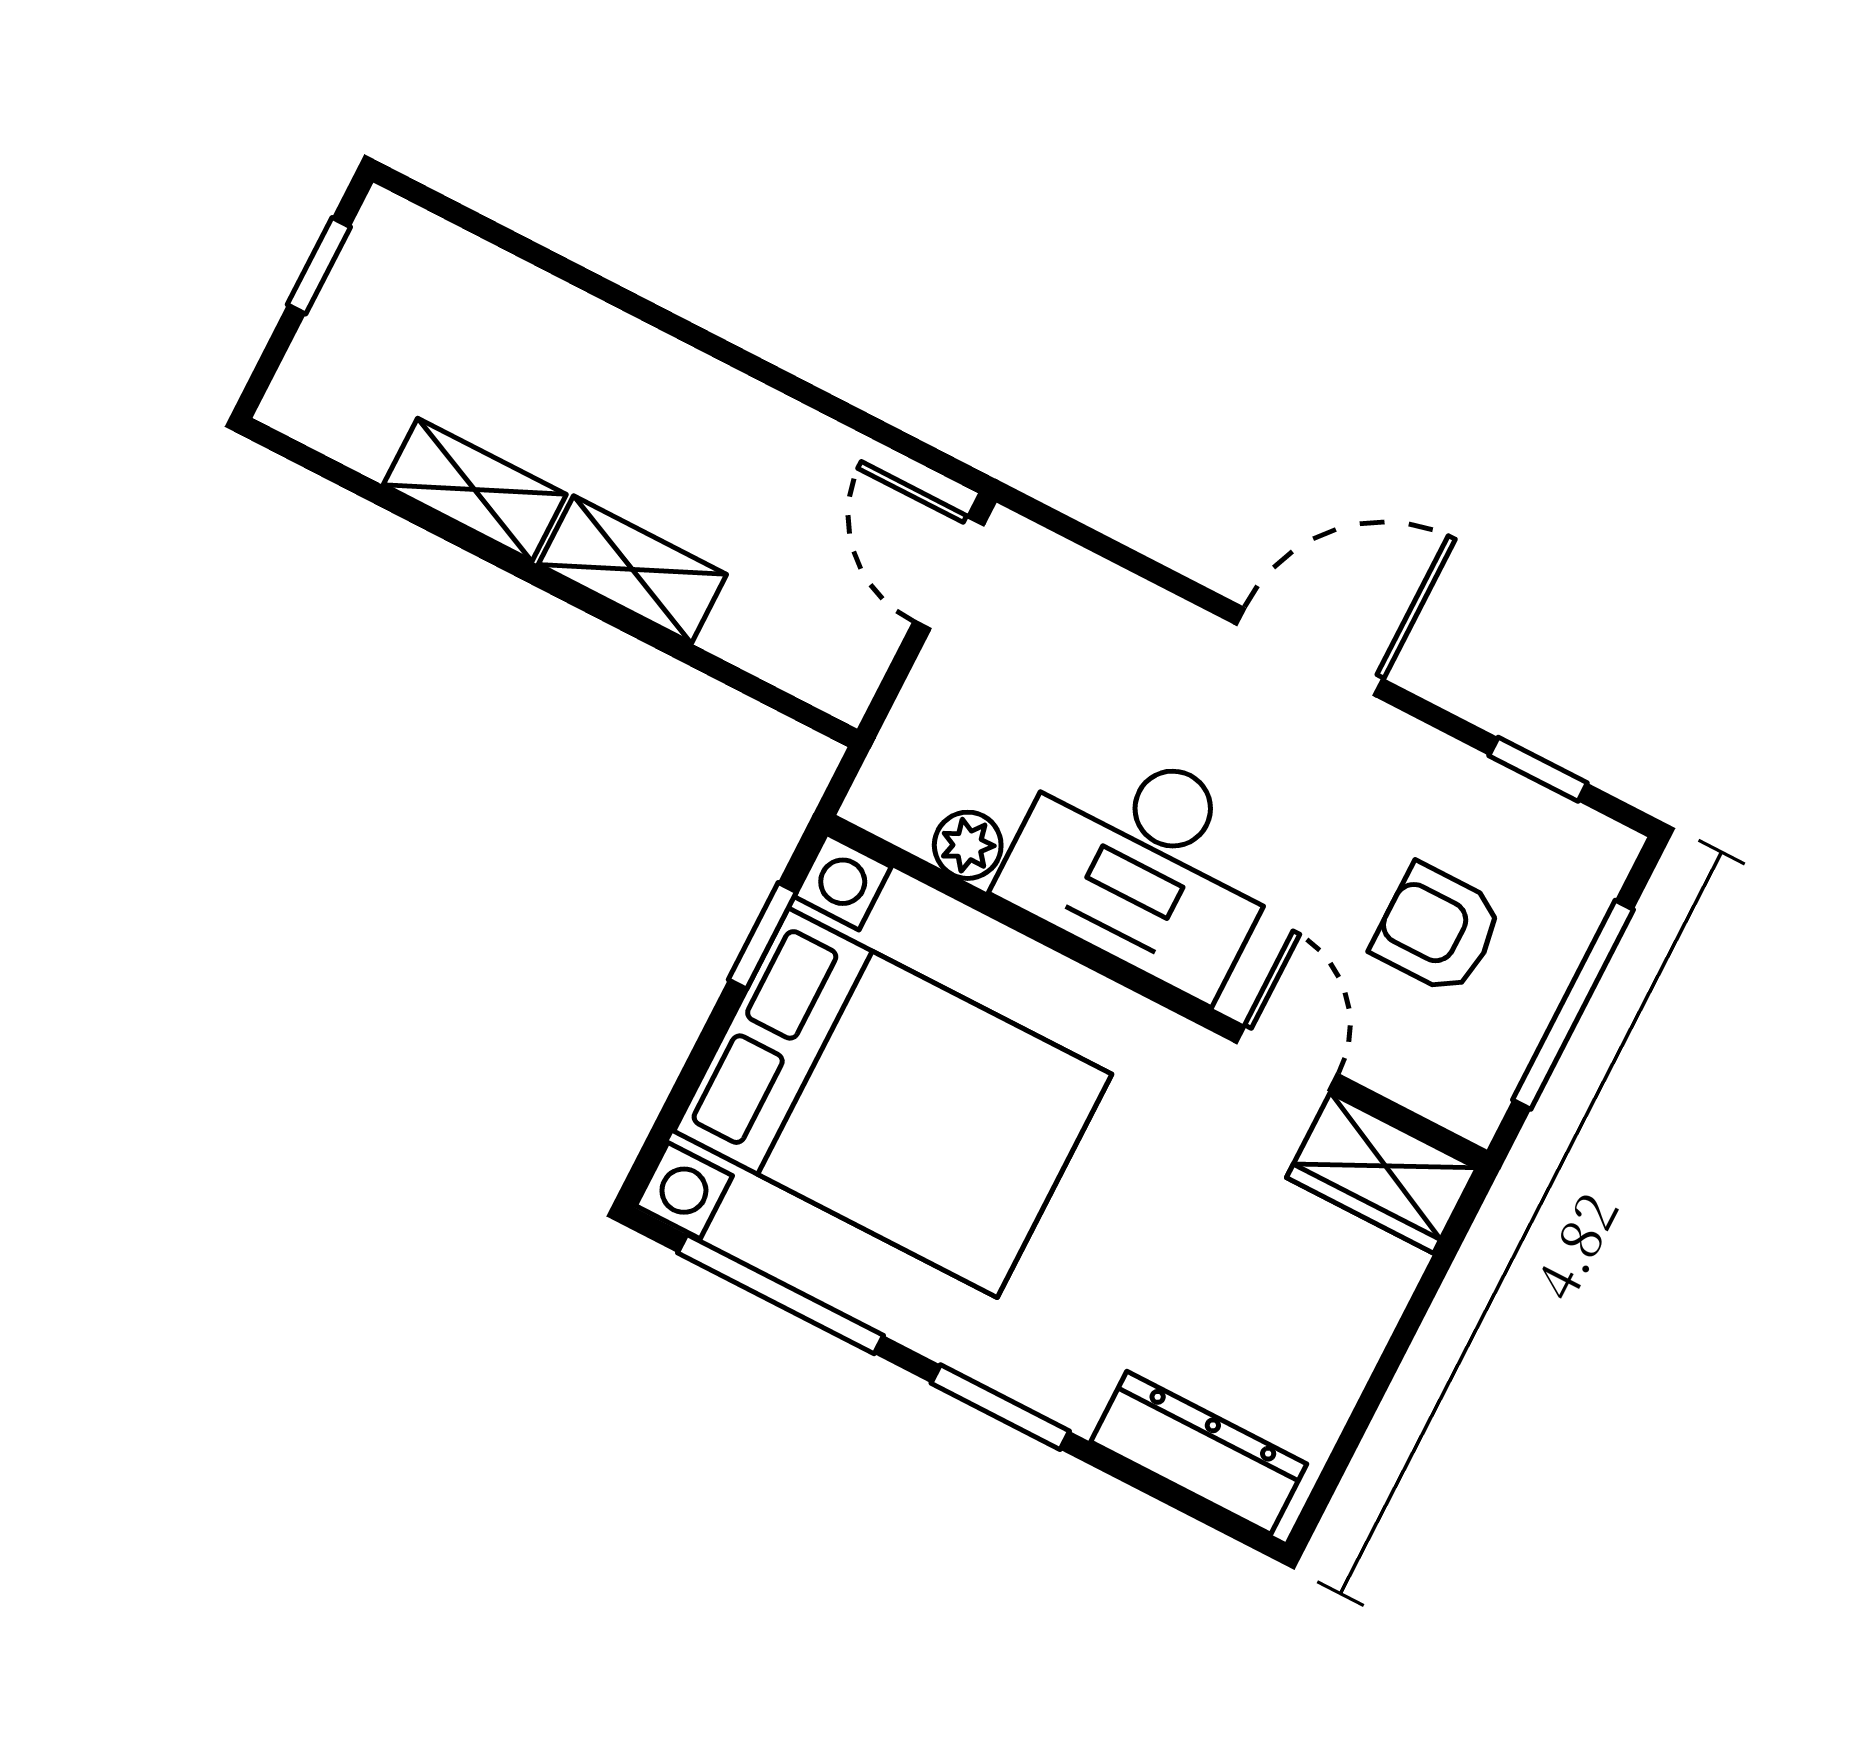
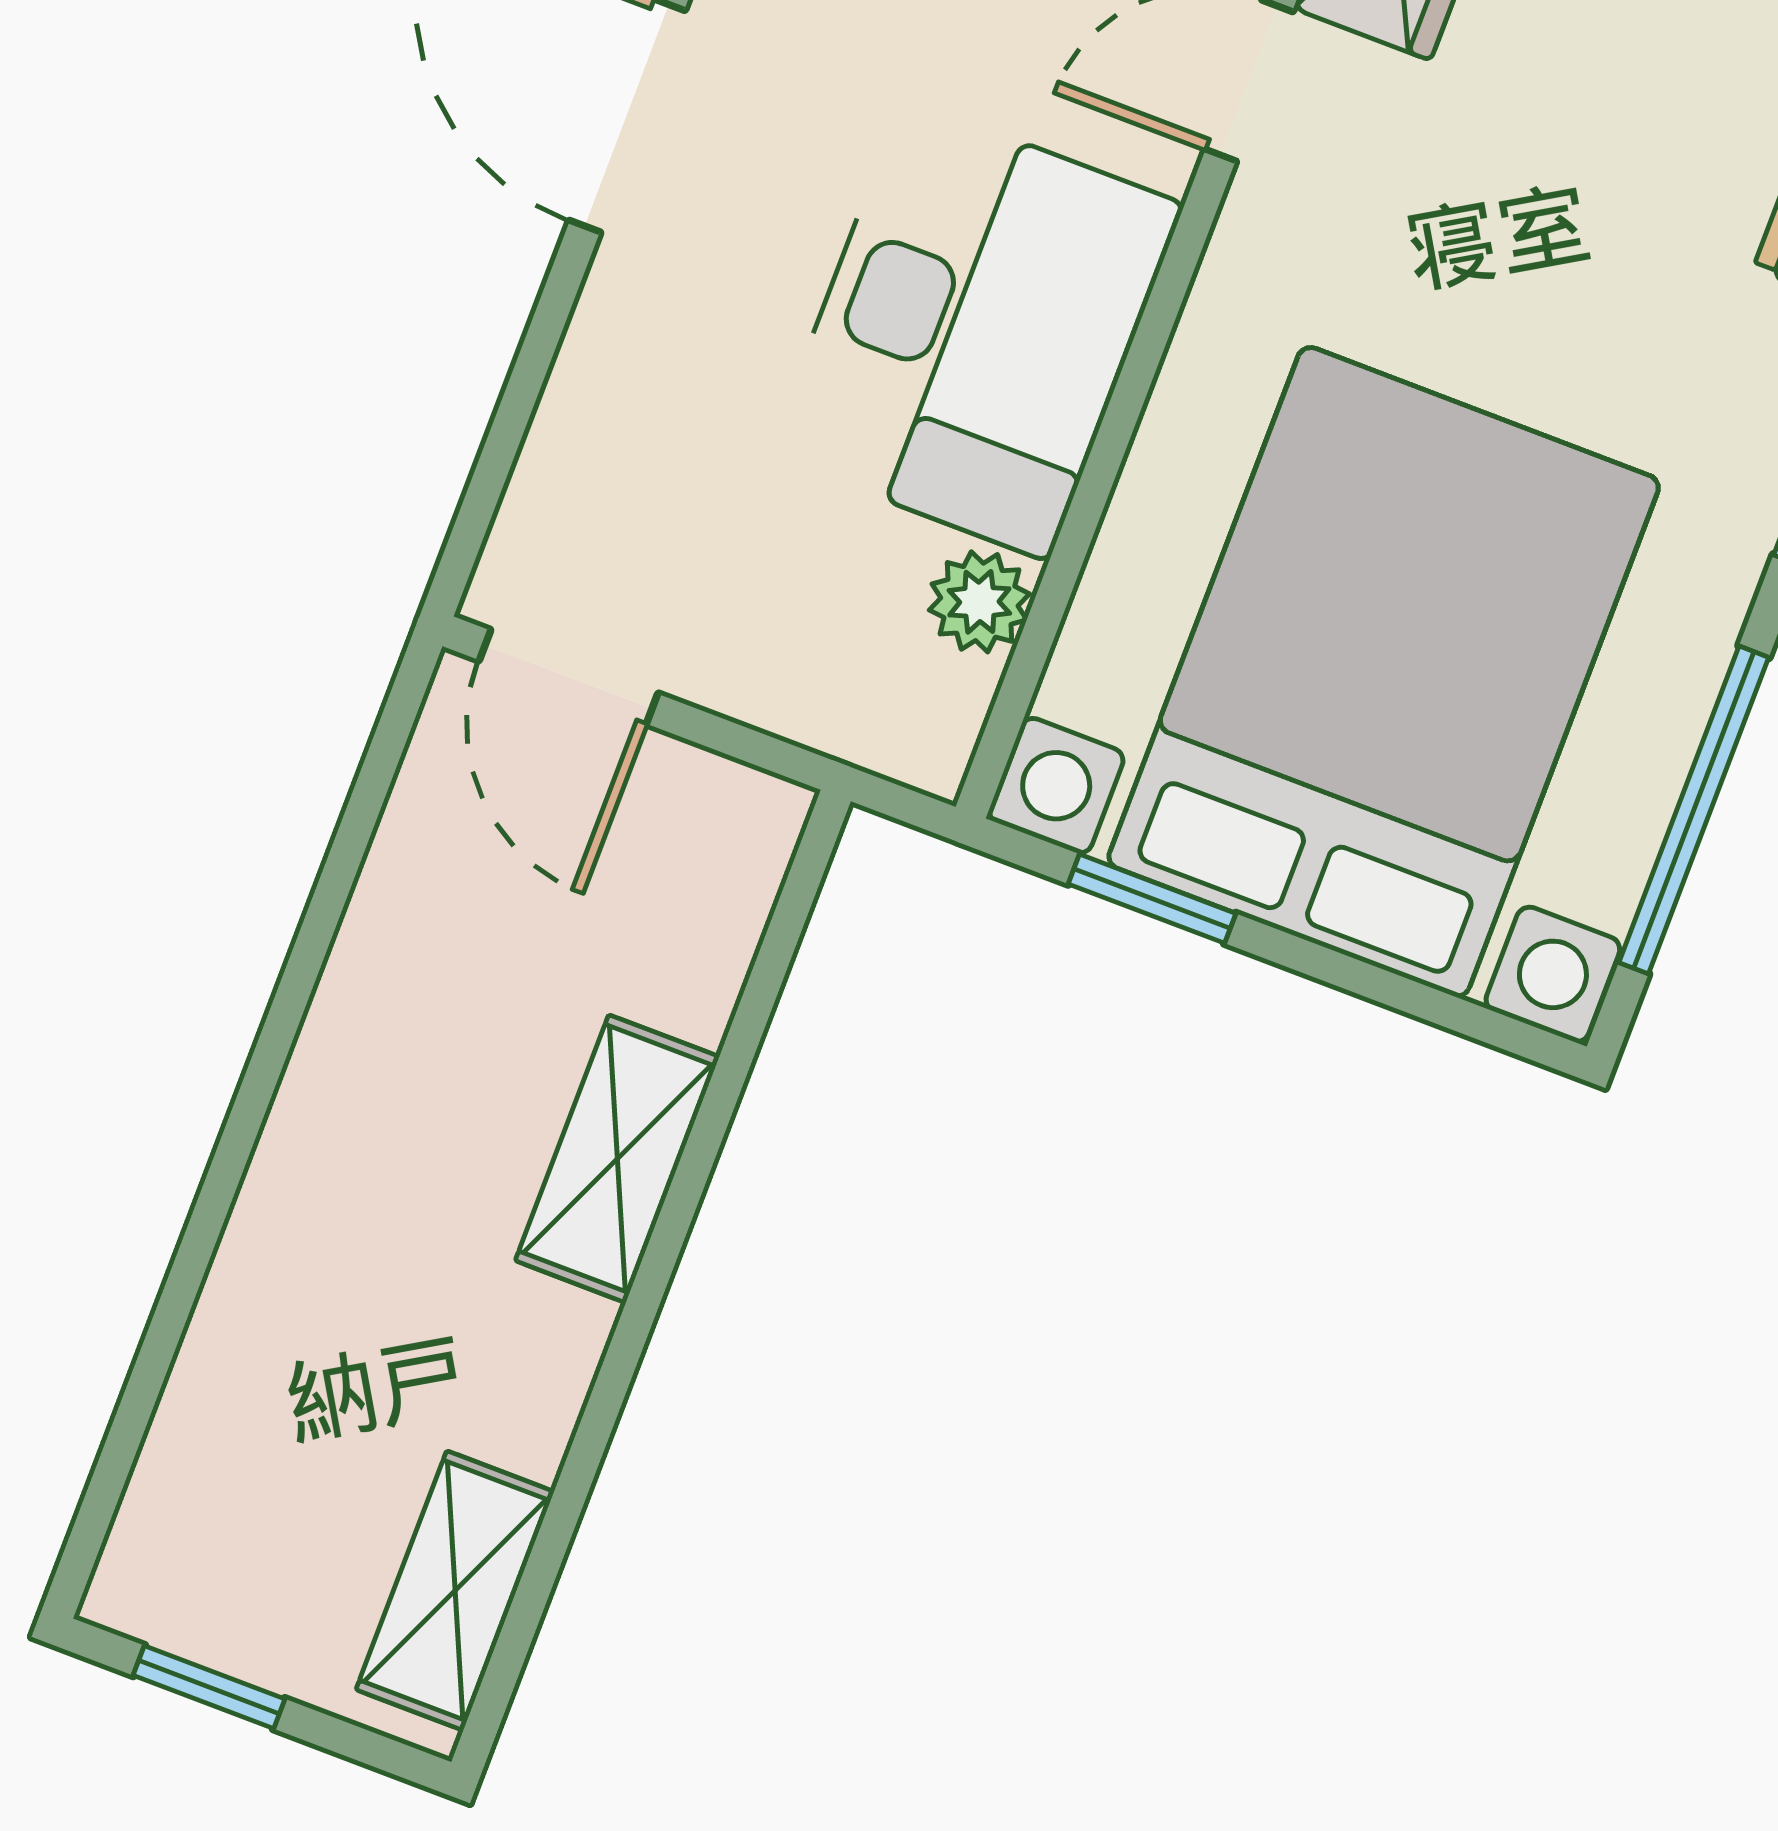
shelving: (475, 490) -> (455, 1591), moved
door: (949, 573) -> (569, 677), hinge flipped

